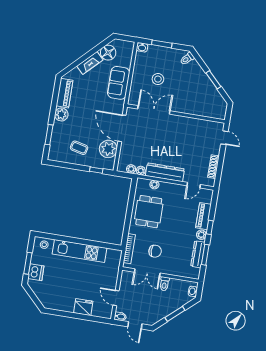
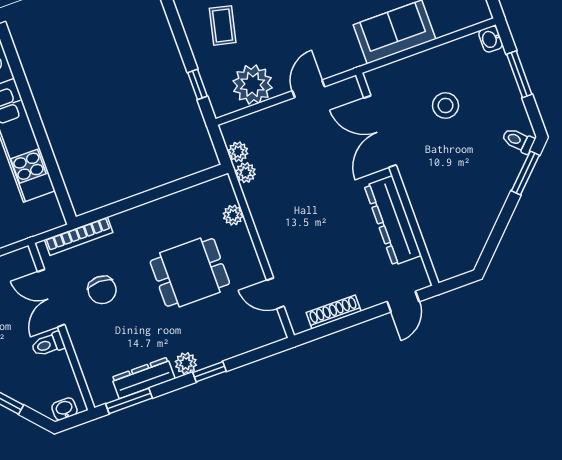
window: (213, 80) -> (525, 173), moved
double door: (154, 110) -> (380, 131), swing flipped
door: (122, 128) -> (308, 89), width x0.53
dresser: (165, 172) -> (393, 221), moved, turned 180
dining table: (149, 212) -> (190, 272), moved
piano: (203, 216) -> (225, 347), removed
window: (205, 255) -> (129, 401), moved

